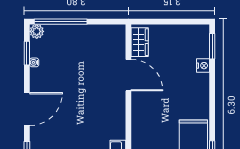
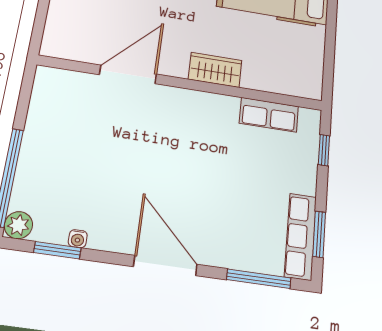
wardrobe: (140, 42) -> (215, 70), moved

